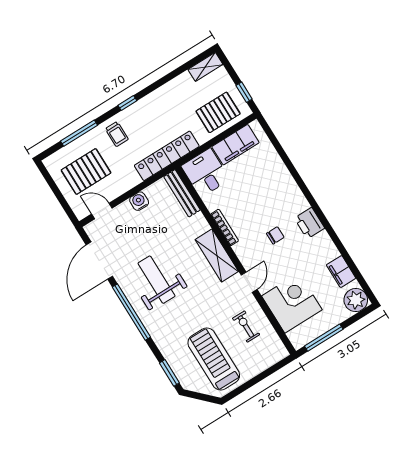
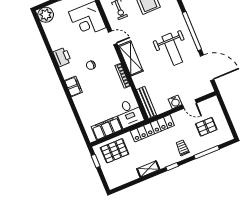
shelving: (205, 67) -> (148, 169), moved
pallet: (86, 171) -> (206, 127), width x0.67, depth x0.71
door: (102, 211) -> (189, 104), moved
printer: (309, 223) -> (62, 57), moved
door: (99, 261) -> (207, 68), hinge flipped
filing cabinet: (341, 272) -> (73, 86), moved
door: (249, 282) -> (113, 38), swing flipped

